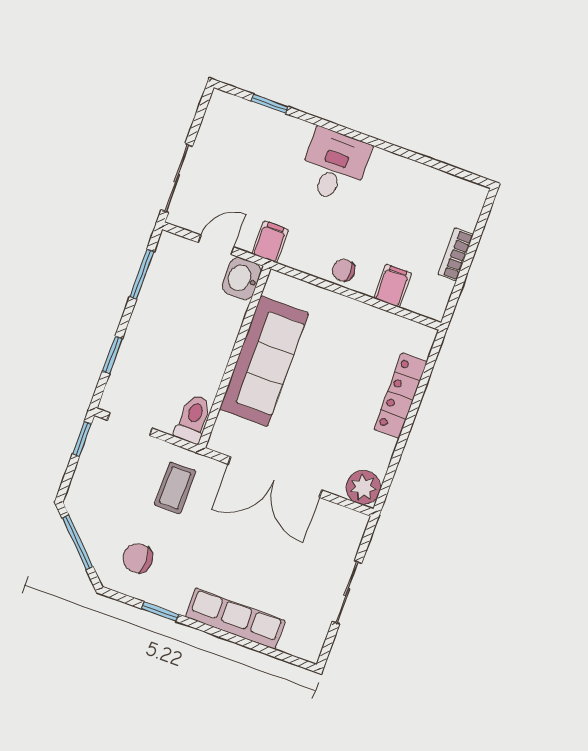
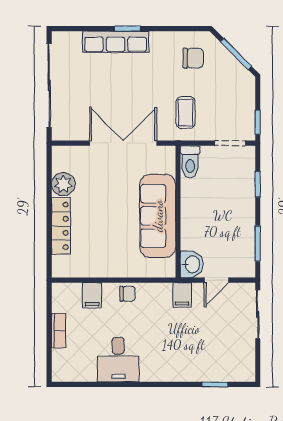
desk: (334, 166) -> (118, 360), moved
plant: (363, 487) -> (63, 184), moved
sliding door: (347, 592) -> (49, 85), width x1.86
window: (160, 612) -> (127, 29), moved

